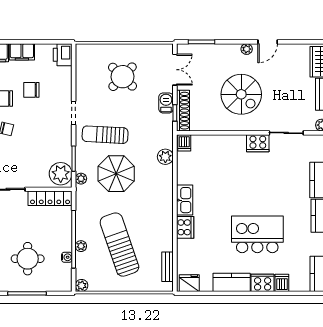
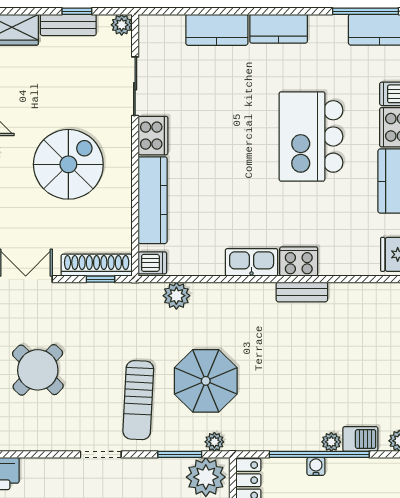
barbecue: (166, 103) -> (360, 439), moved, turned 180
kitchen counter: (220, 143) -> (153, 200), added
sun lounger: (119, 245) -> (329, 375), removed
water cooler: (67, 257) -> (316, 466), moved
bench: (167, 267) -> (302, 292), moved

